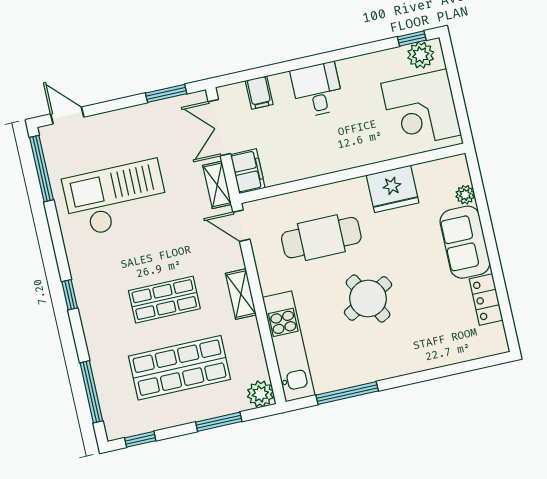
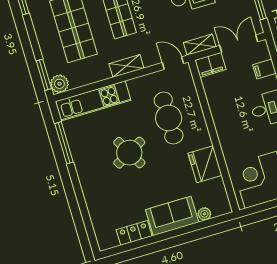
door: (241, 226) -> (173, 63), hinge flipped
window: (219, 422) -> (44, 75), moved

